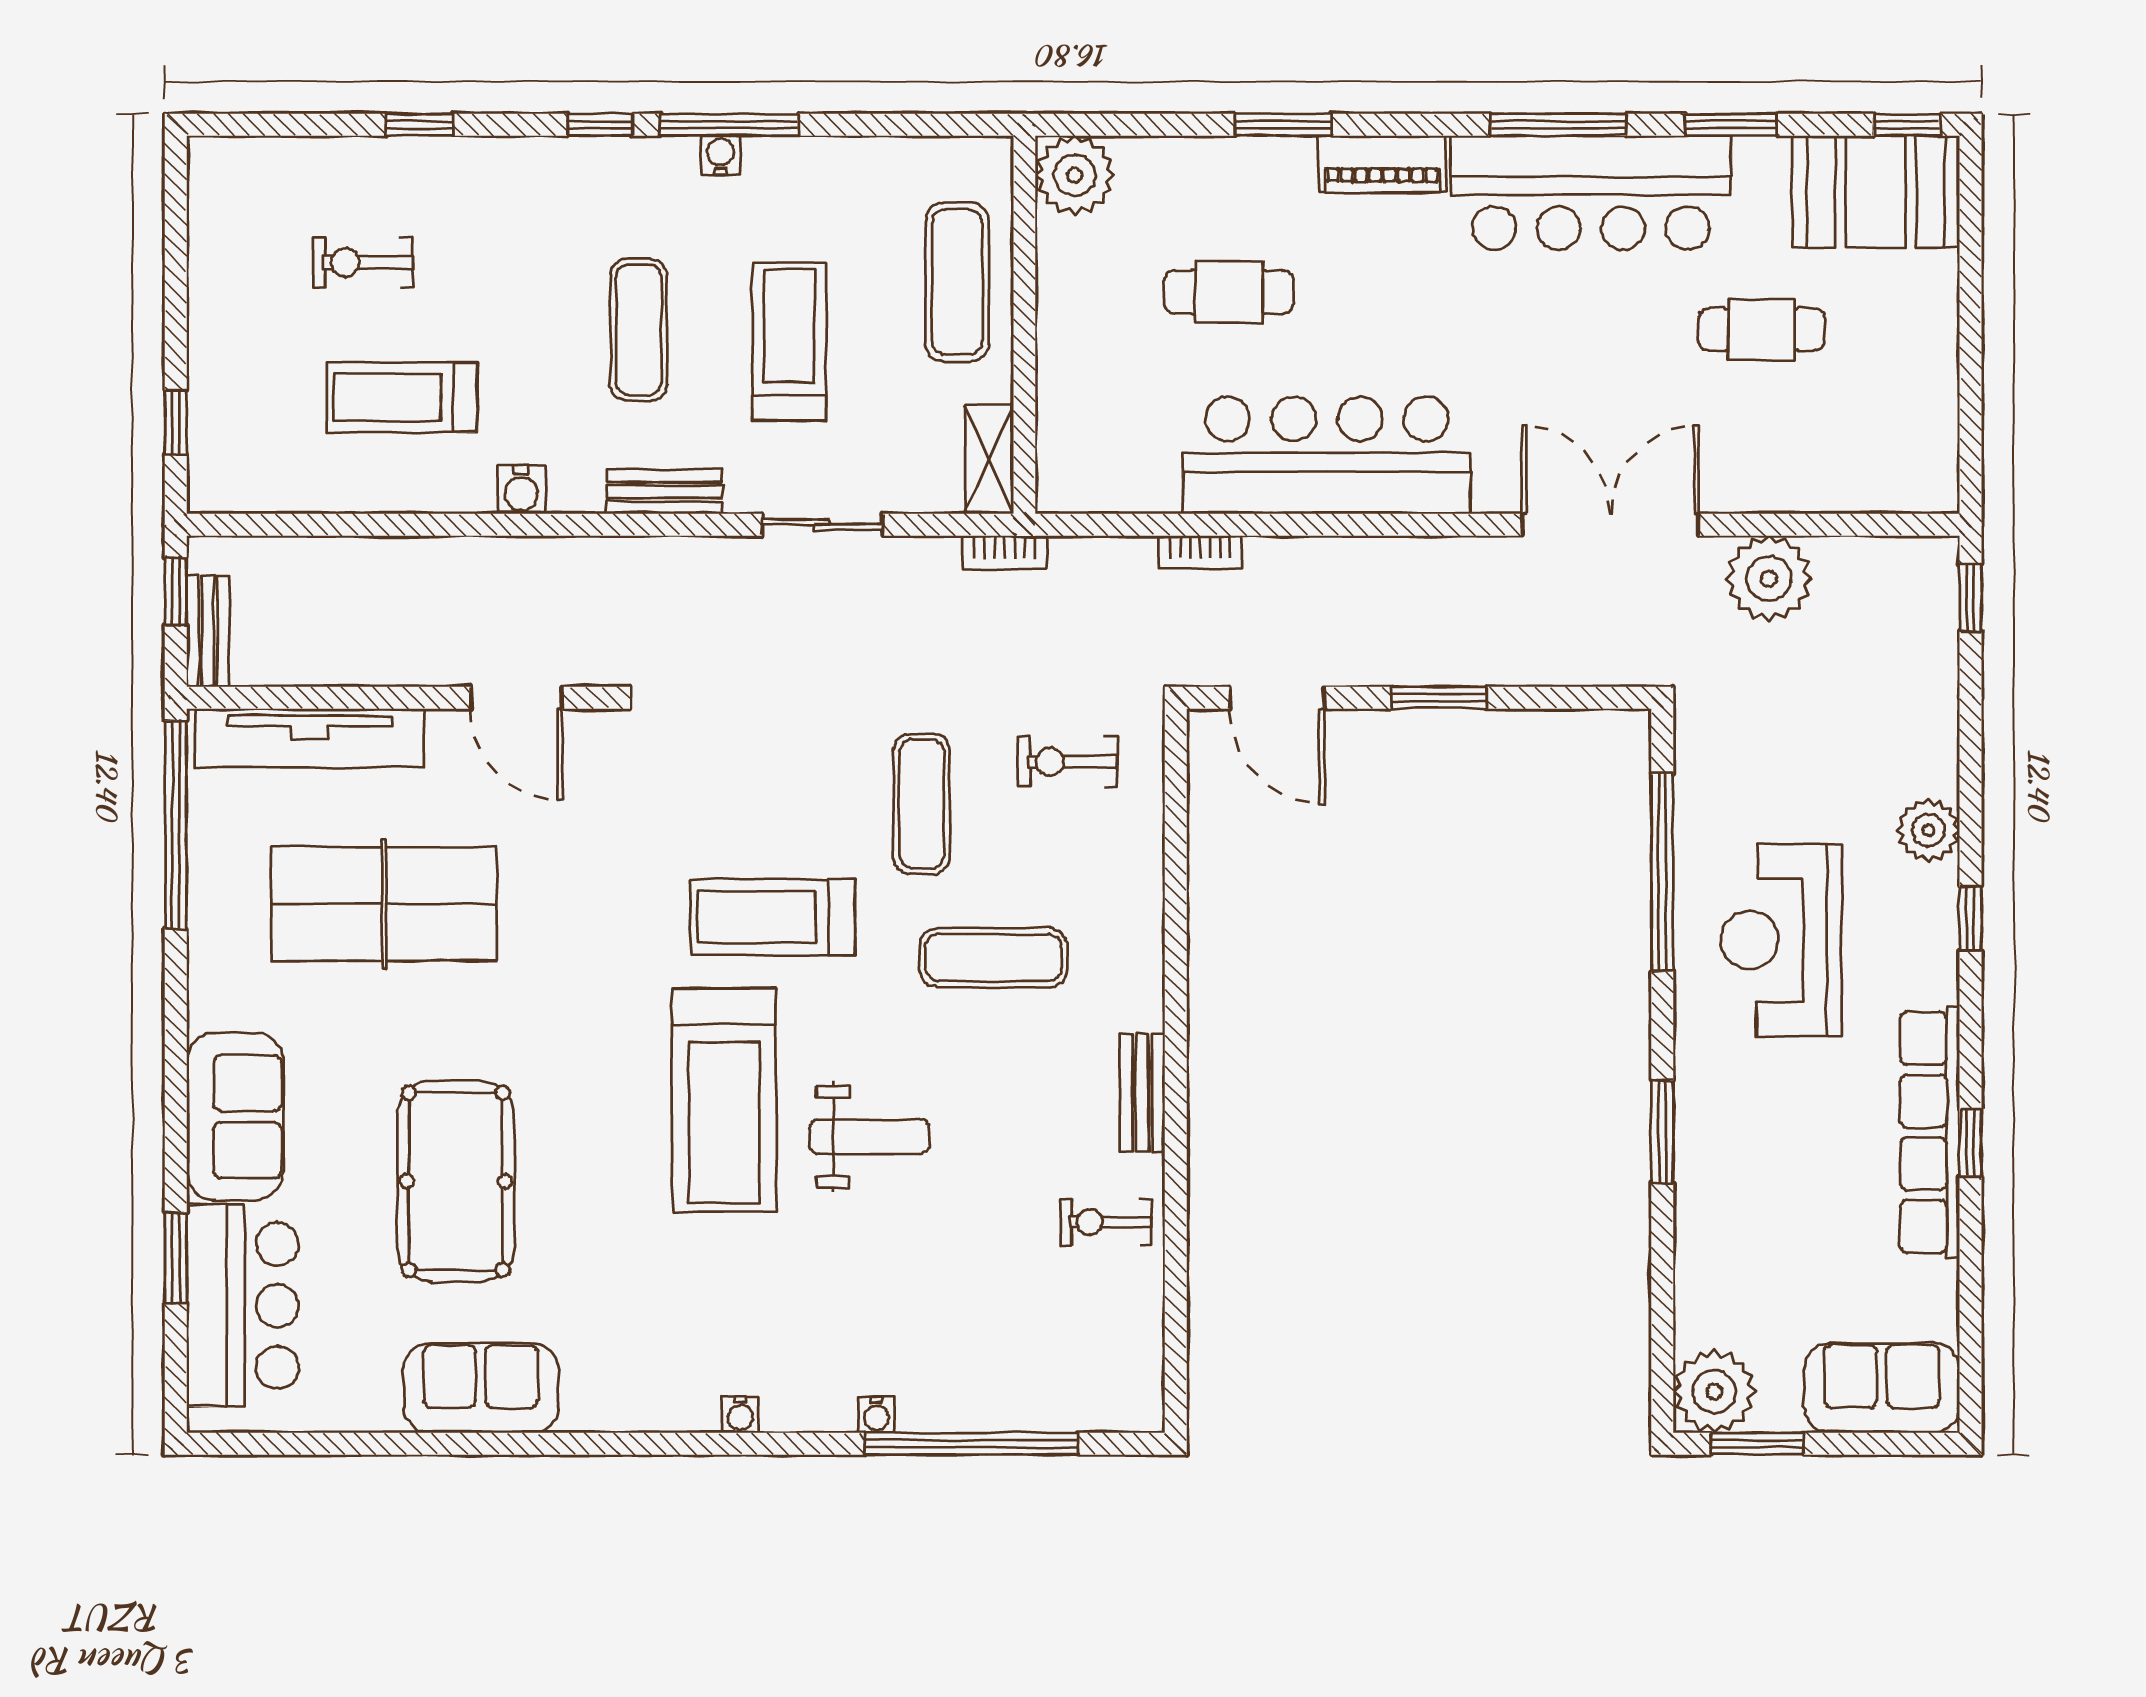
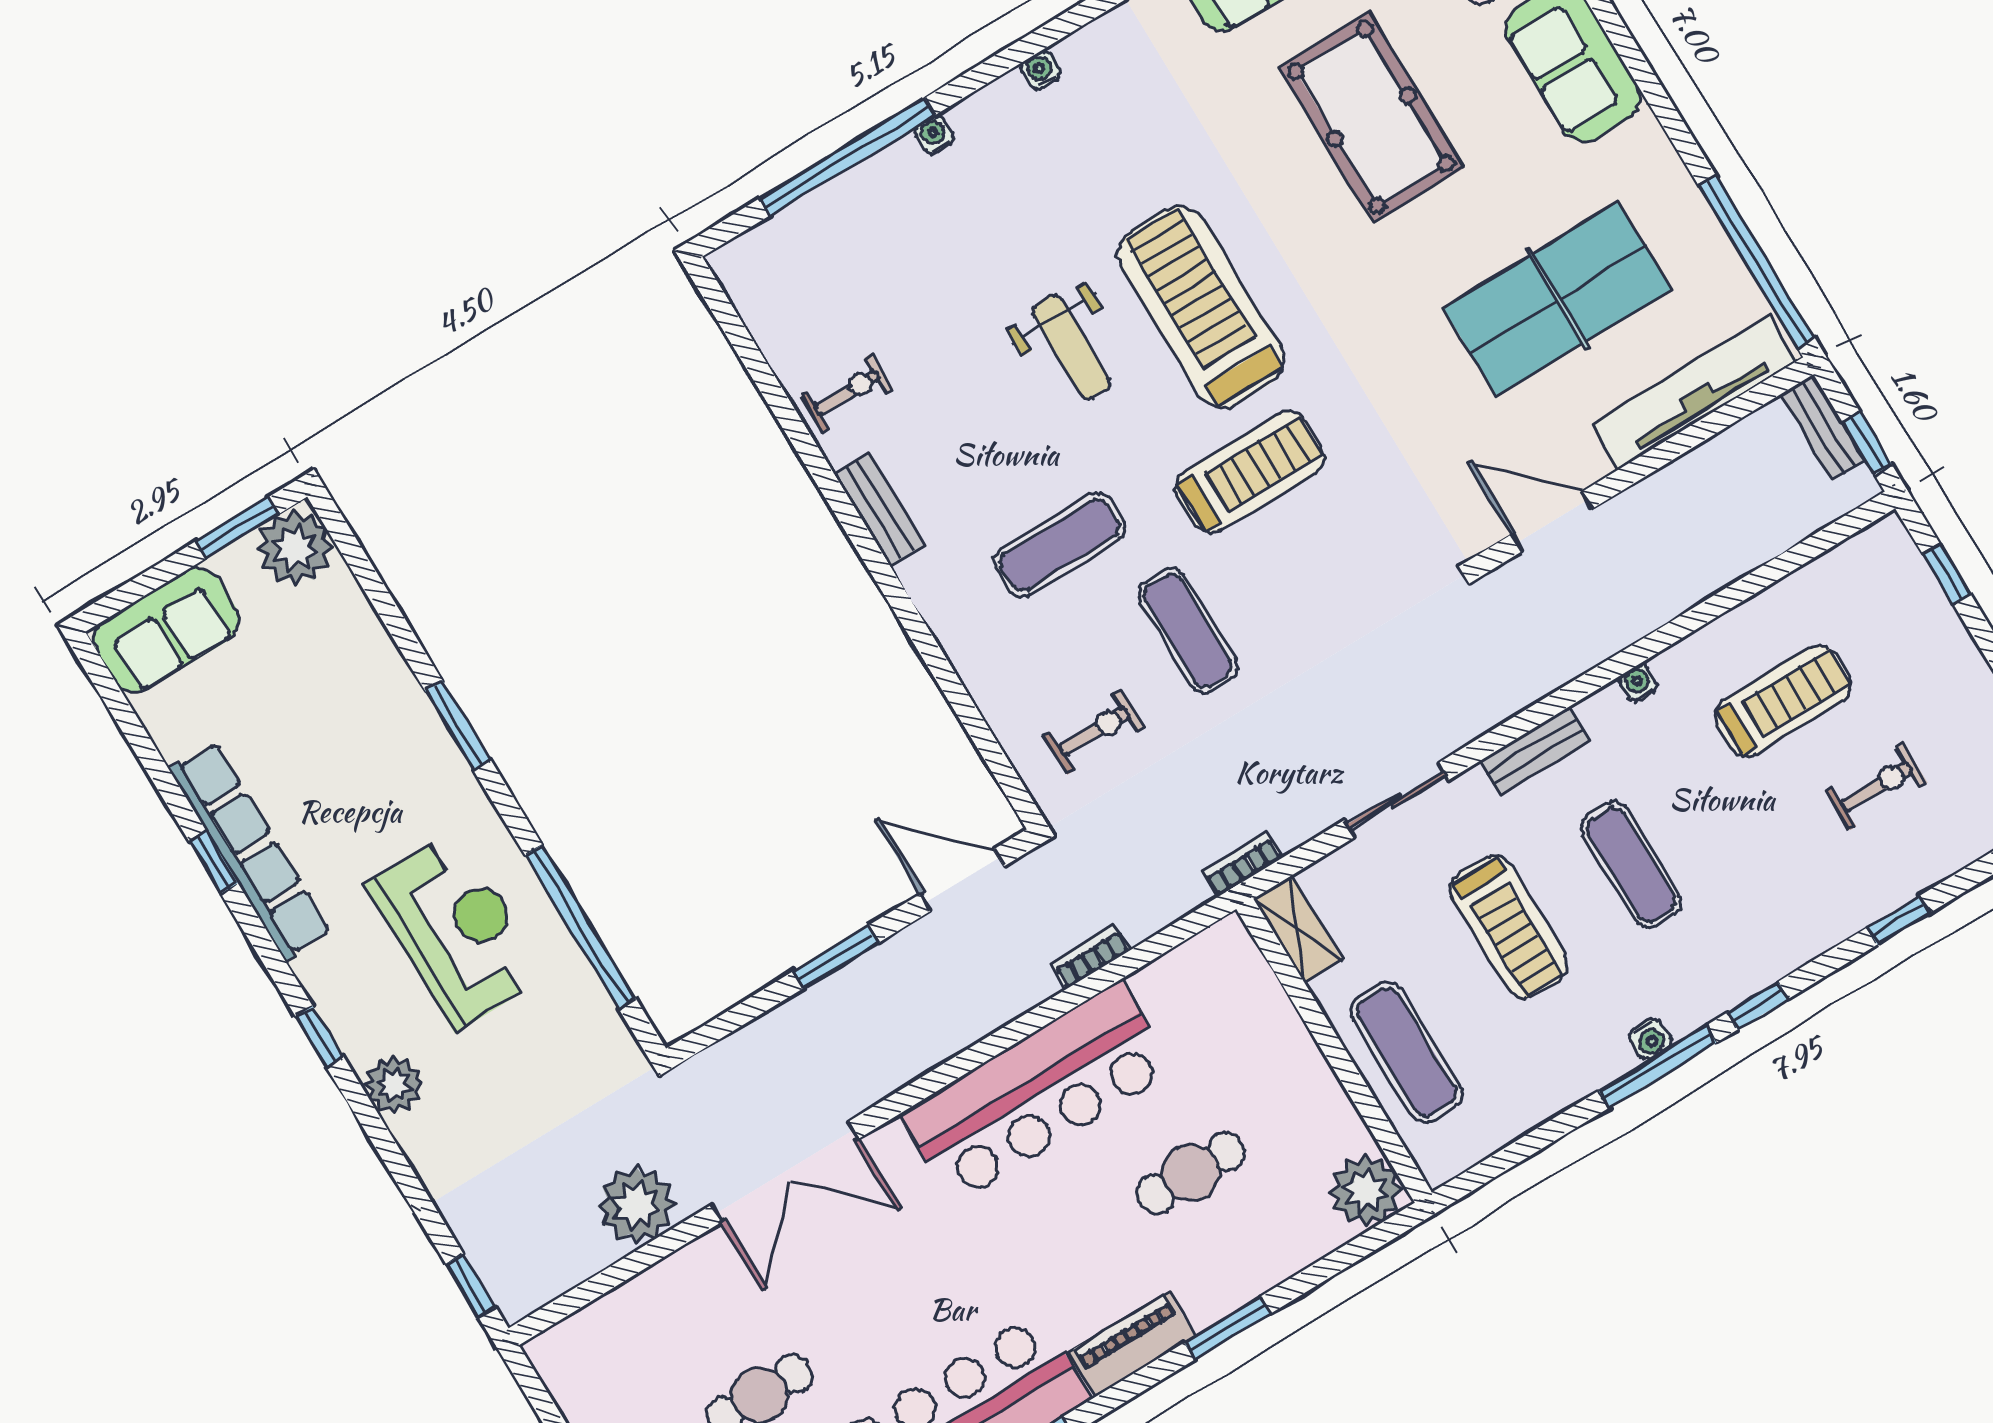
water cooler: (521, 490) -> (1638, 683), width x0.72, depth x0.72
weight bench: (869, 1137) -> (1071, 347), turned -90

